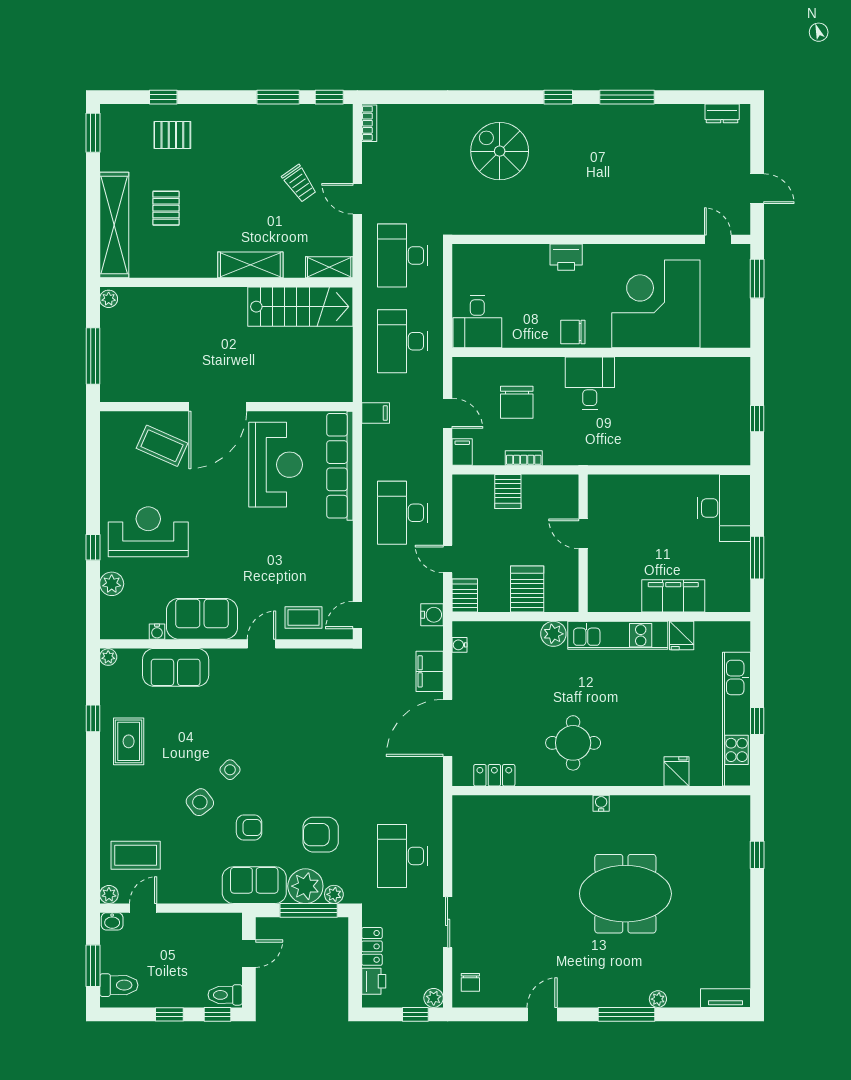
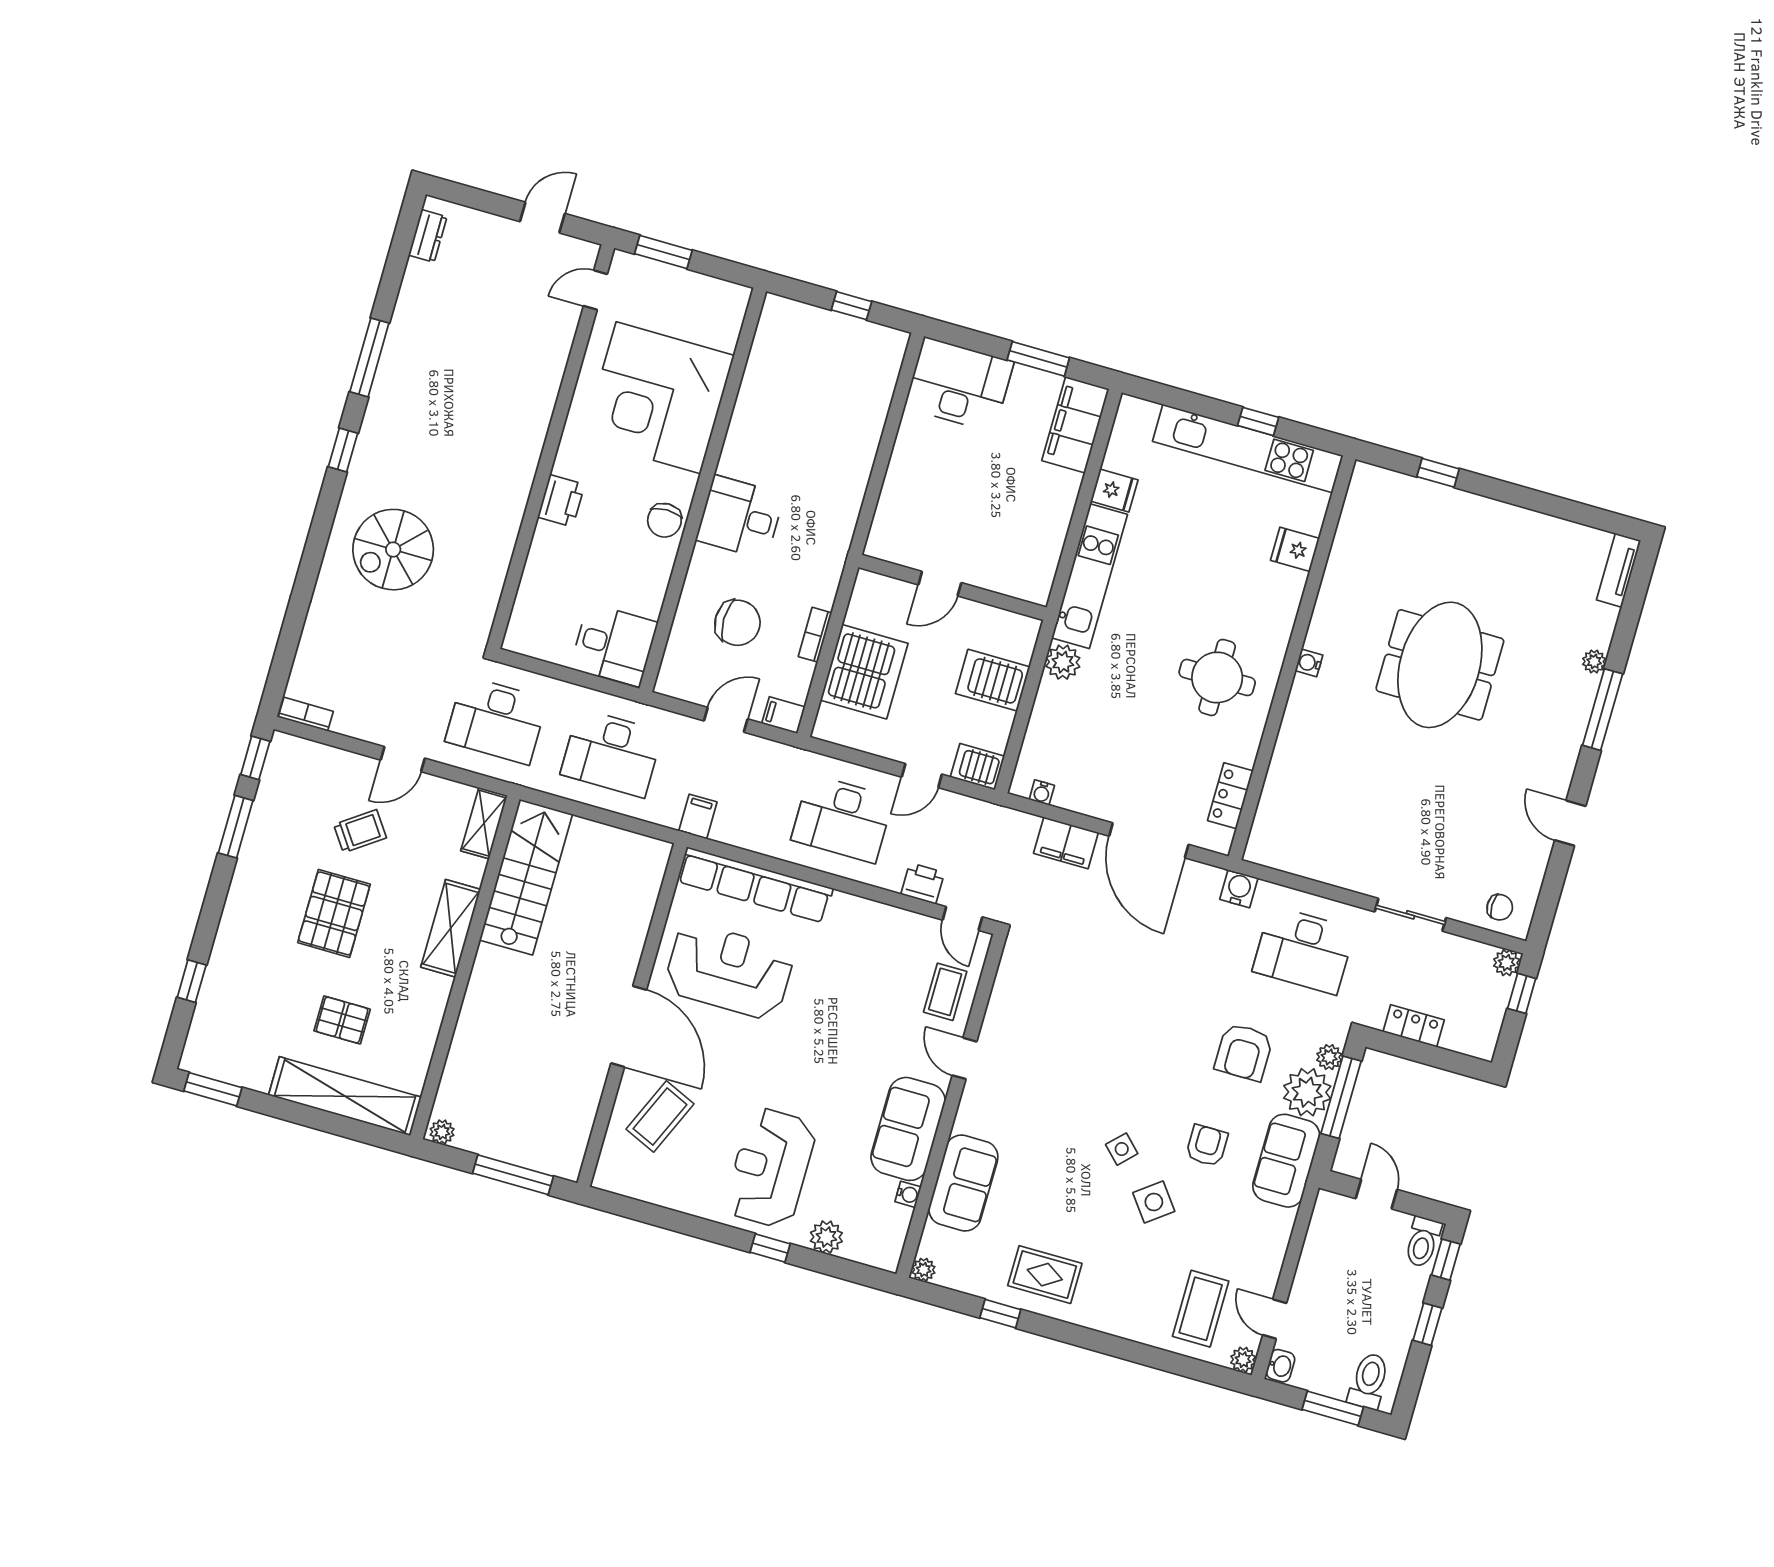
pallet: (172, 135) -> (334, 913), moved, width x1.50, depth x1.42
server rack: (508, 492) -> (864, 672), width x2.18, depth x1.44
filing cabinet: (673, 596) -> (1075, 425), moved
water cooler: (432, 615) -> (1239, 889), moved
printer: (374, 981) -> (923, 883), moved

